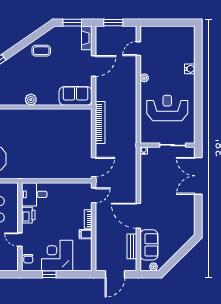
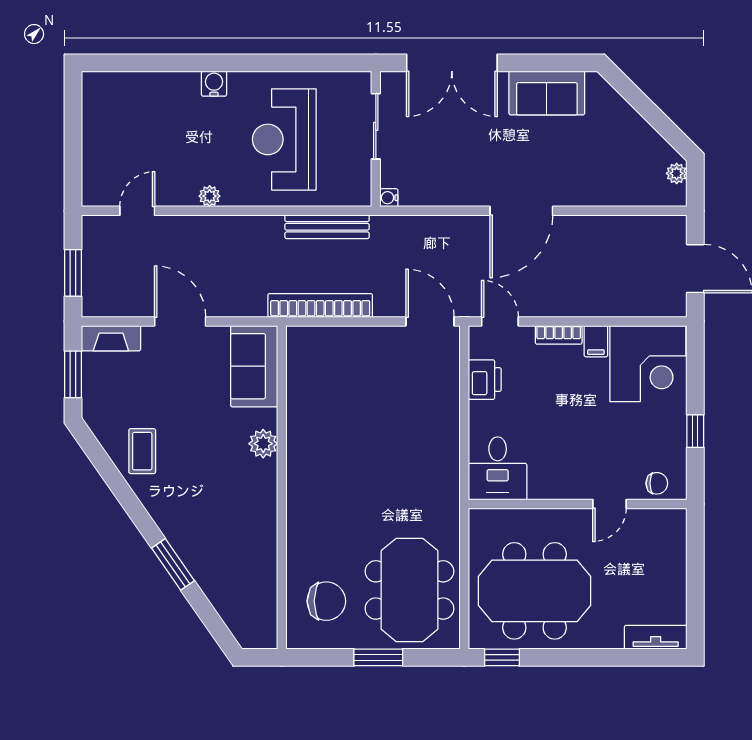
door: (138, 49) -> (137, 211), swing flipped
water cooler: (190, 69) -> (214, 84), moved
plant: (31, 100) -> (263, 444), moved
printer: (28, 215) -> (485, 380), moved, turned 90
door: (138, 216) -> (521, 211), moved
sofa: (149, 245) -> (547, 93), moved, turned 180
bench: (132, 246) -> (327, 227), moved, width x1.36
corner desk: (57, 256) -> (648, 364), moved, turned -90

